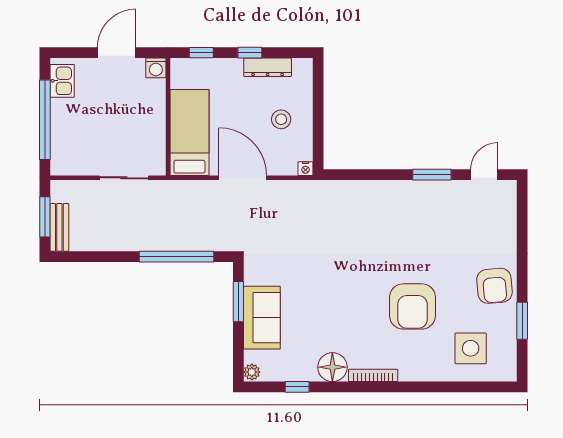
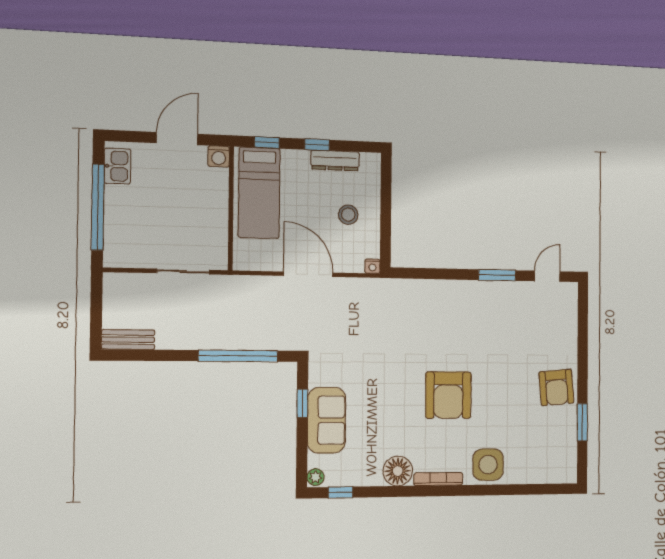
bed: (189, 133) -> (259, 193), moved, turned 180
window: (45, 217) -> (96, 312), removed
bench: (59, 227) -> (128, 340), moved, turned 90
window: (238, 302) -> (302, 403), width x0.67
armchair: (413, 306) -> (448, 395), moved
side table: (471, 348) -> (488, 465), moved
window: (297, 387) -> (341, 492), moved

